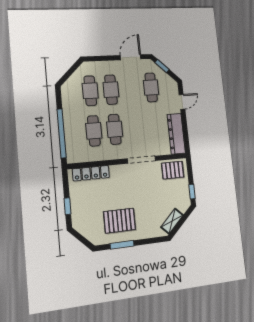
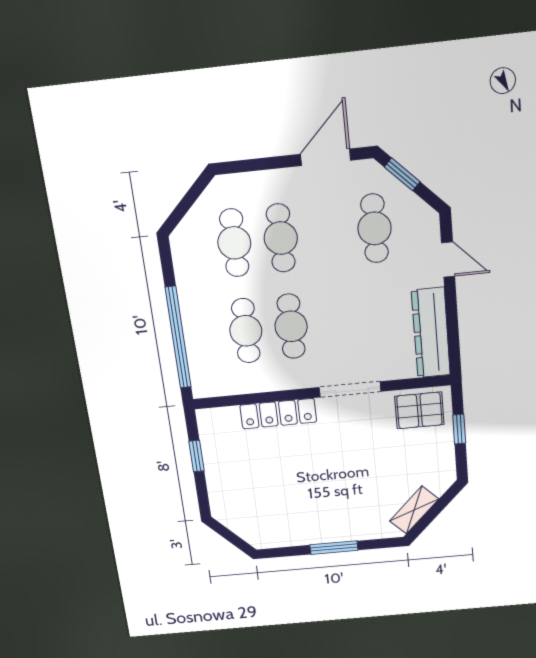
door: (182, 102) -> (448, 260), hinge flipped
locker: (91, 173) -> (278, 414), moved
window: (192, 192) -> (459, 429), moved
window: (68, 206) -> (196, 456), moved
pallet: (120, 221) -> (304, 507), removed
window: (122, 245) -> (334, 548), moved

